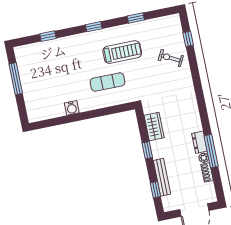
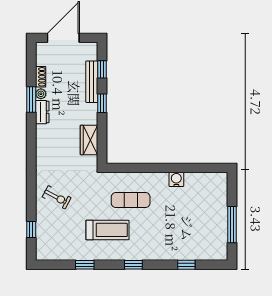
treadmill: (122, 52) -> (107, 230), turned 180
exercise bike: (171, 58) -> (57, 197), moved
window: (147, 150) -> (102, 103), moved
window: (211, 151) -> (31, 100), width x0.69

